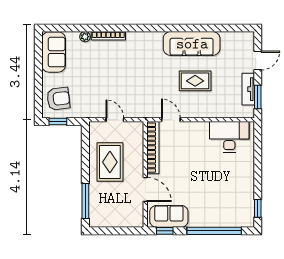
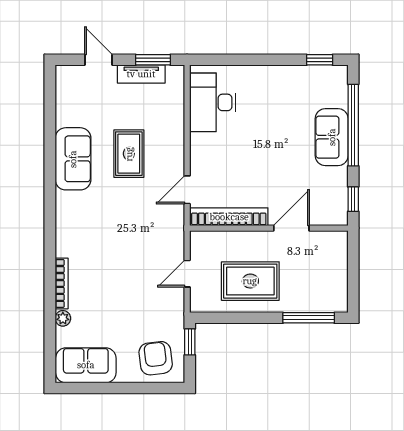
sofa: (192, 44) -> (73, 159), width x0.73
window: (58, 122) -> (190, 342), moved
sofa: (169, 216) -> (332, 137), moved

